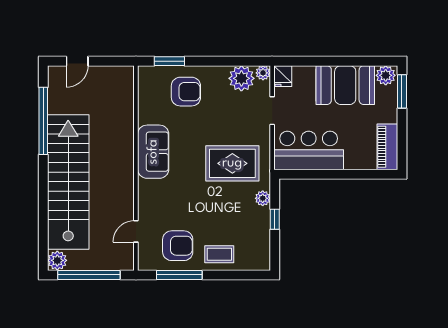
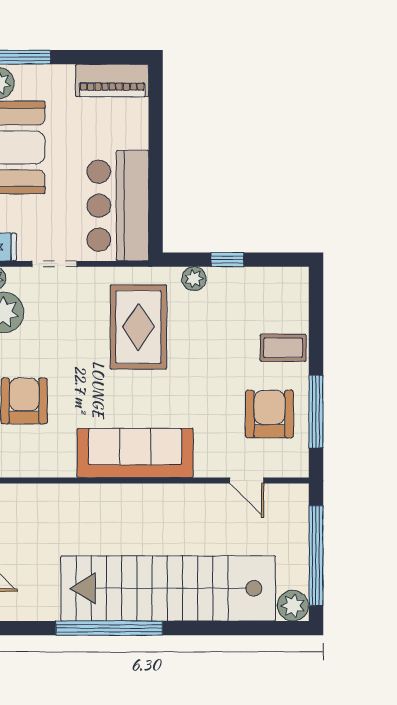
window: (43, 121) -> (109, 628), moved
sofa: (153, 152) -> (135, 453), width x1.36
coffee table: (219, 254) -> (283, 348), turned 90

